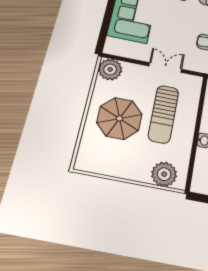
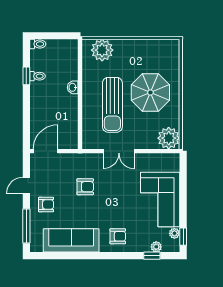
sun lounger: (163, 114) -> (112, 105), turned 180

